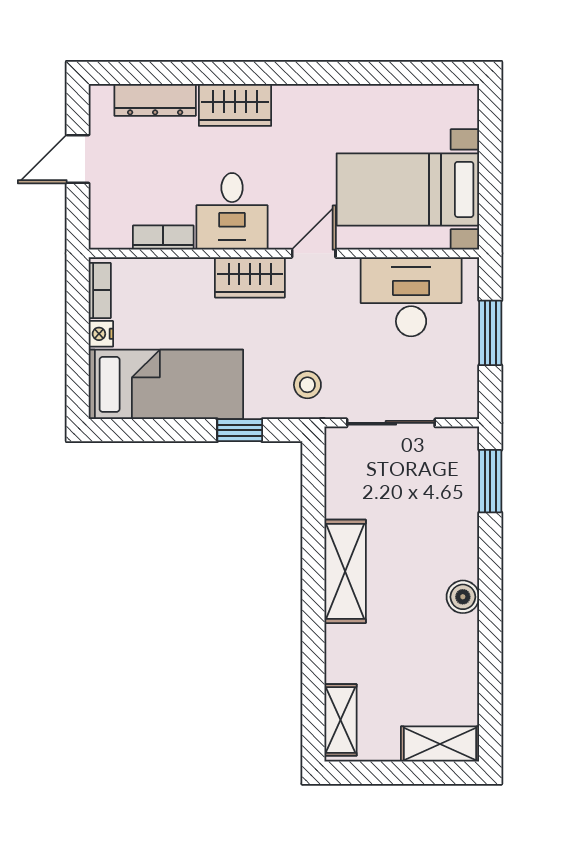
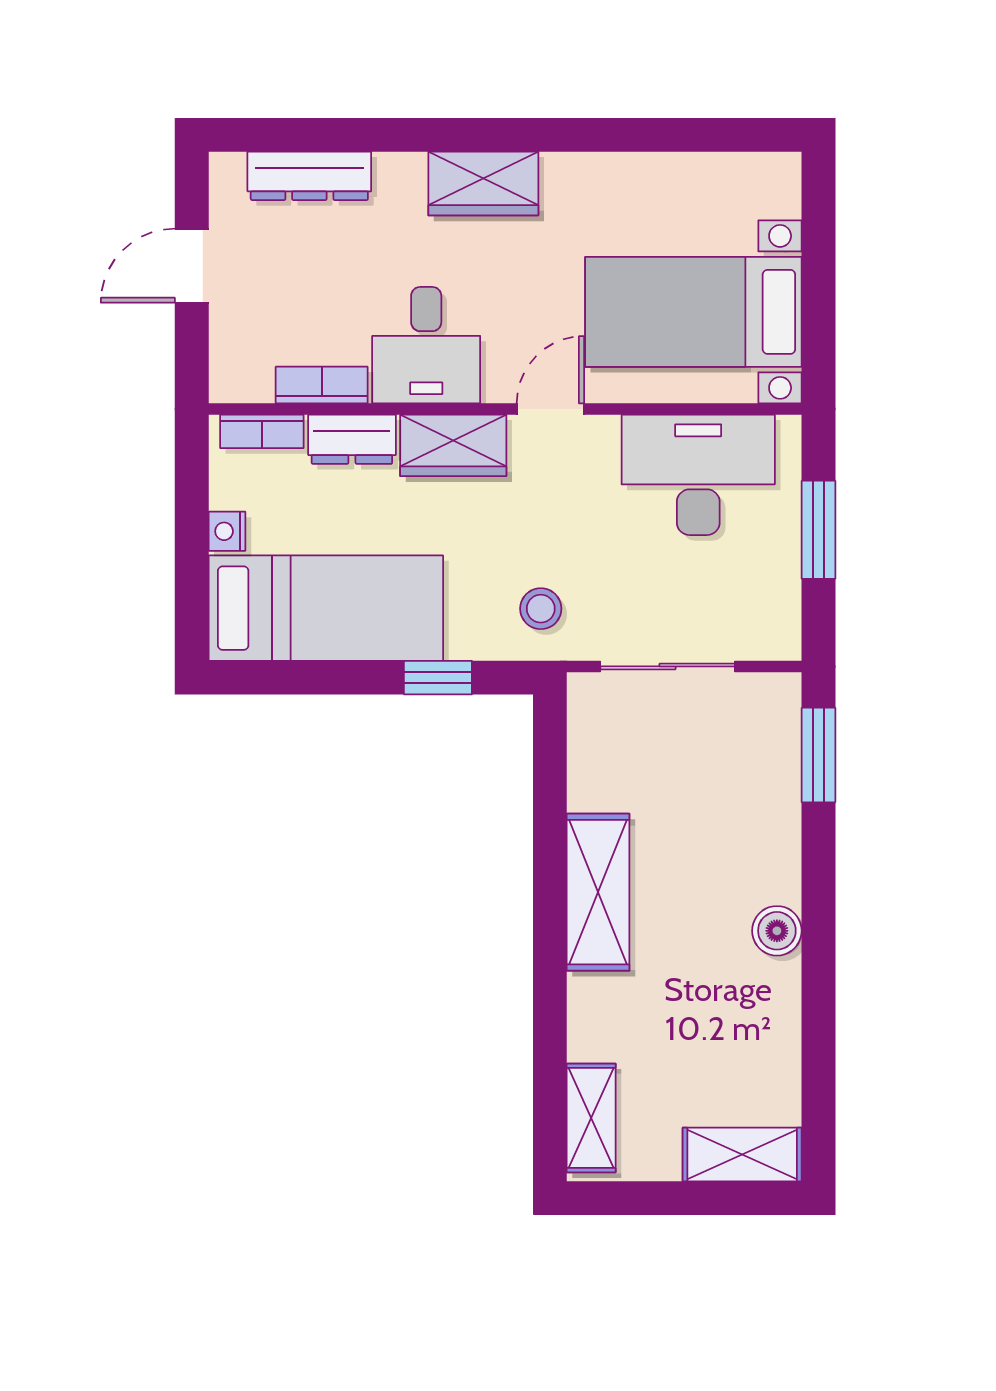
wardrobe: (235, 105) -> (483, 184), moved
dresser: (183, 273) -> (352, 439), added
bookcase: (100, 290) -> (262, 431), moved, turned 90

